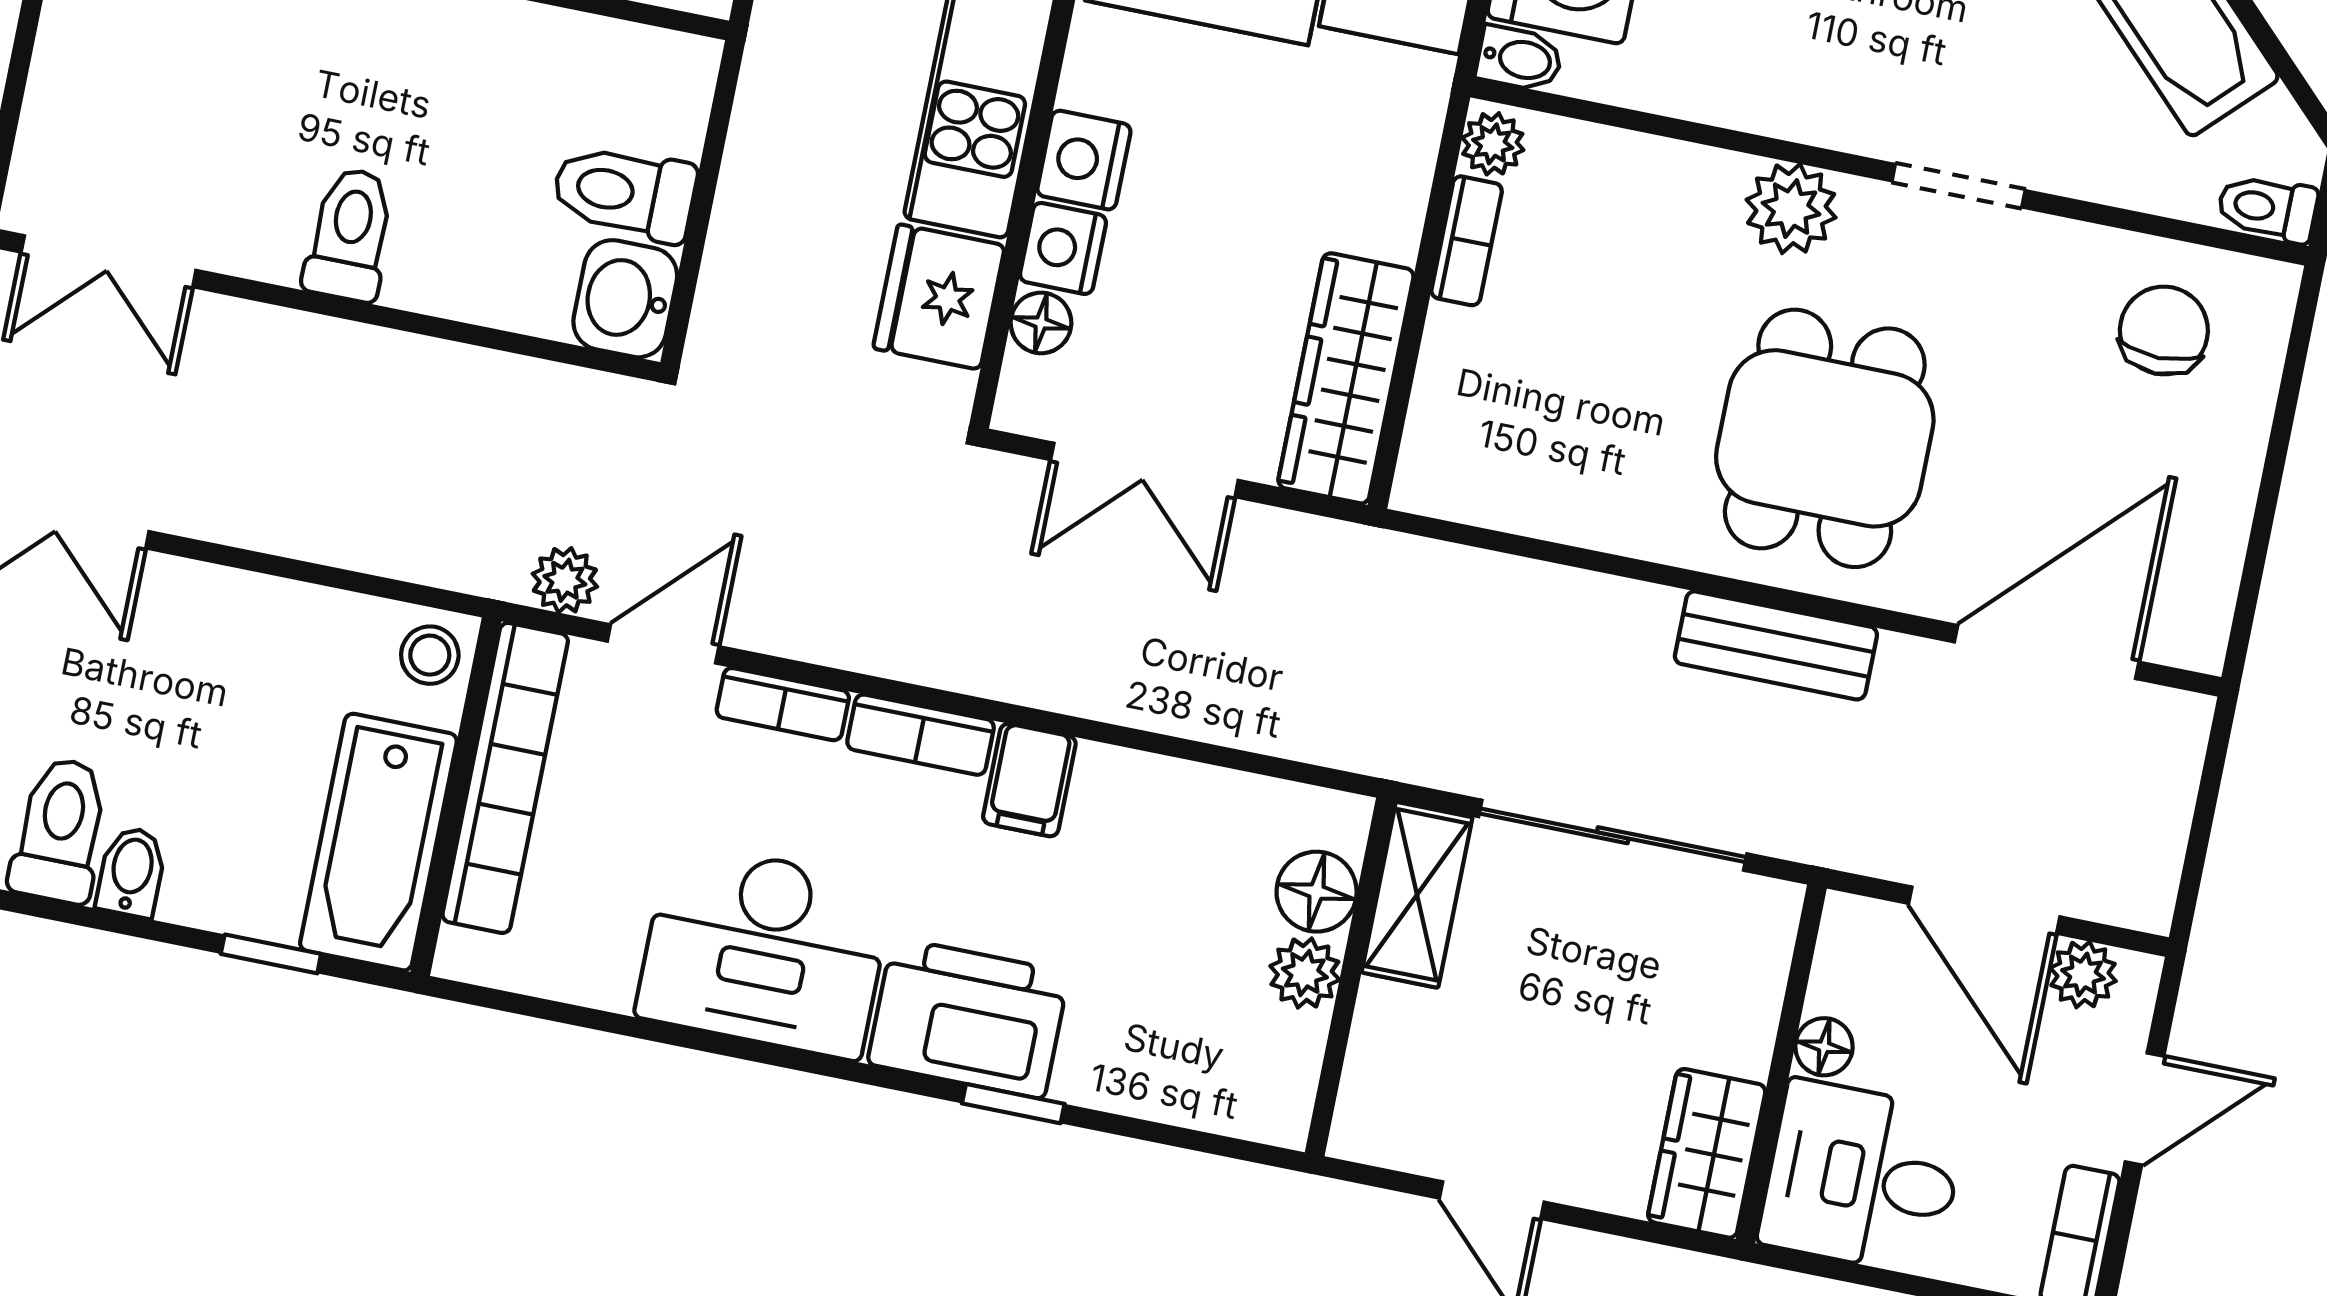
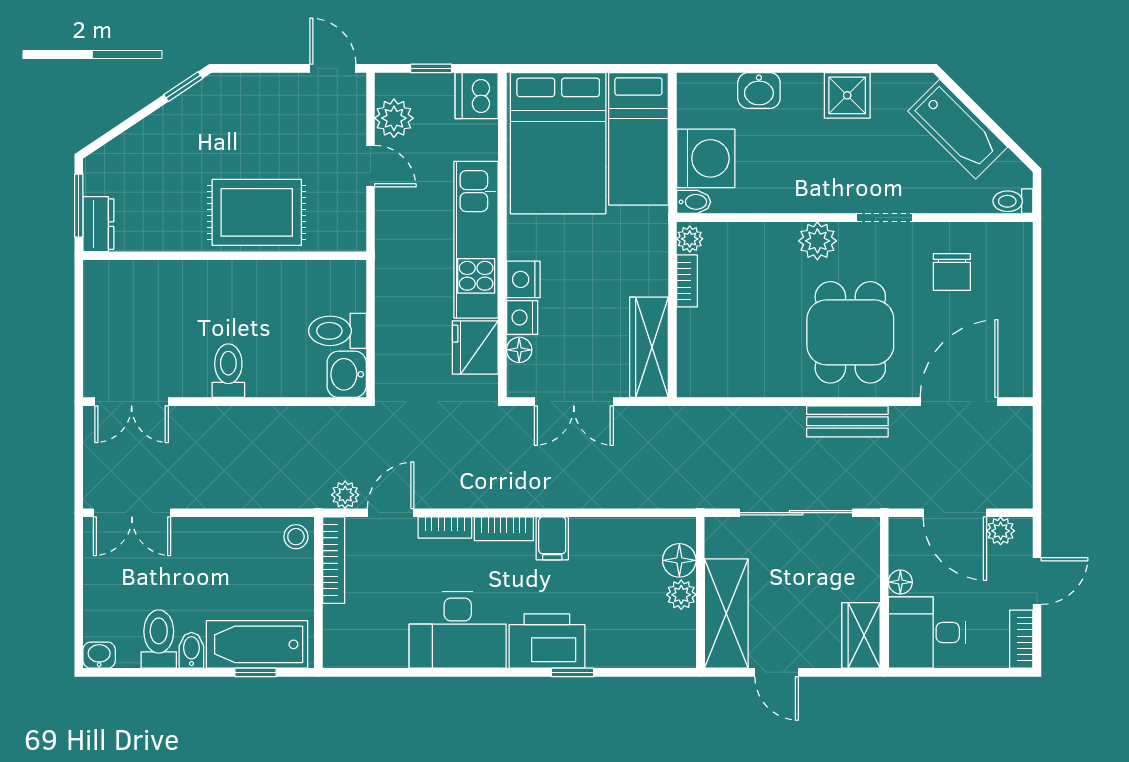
chair: (2164, 330) -> (952, 272), moved, turned 180
bookcase: (505, 778) -> (334, 560), width x0.68, depth x0.76
bathtub: (378, 842) -> (257, 644), moved, turned 90
shelving: (1417, 895) -> (726, 614), moved, width x1.50, depth x1.33

